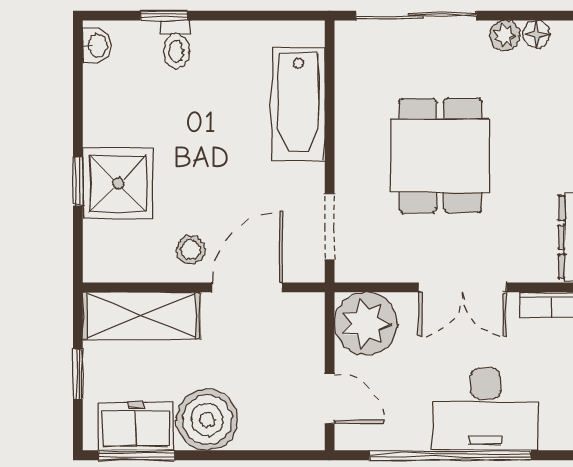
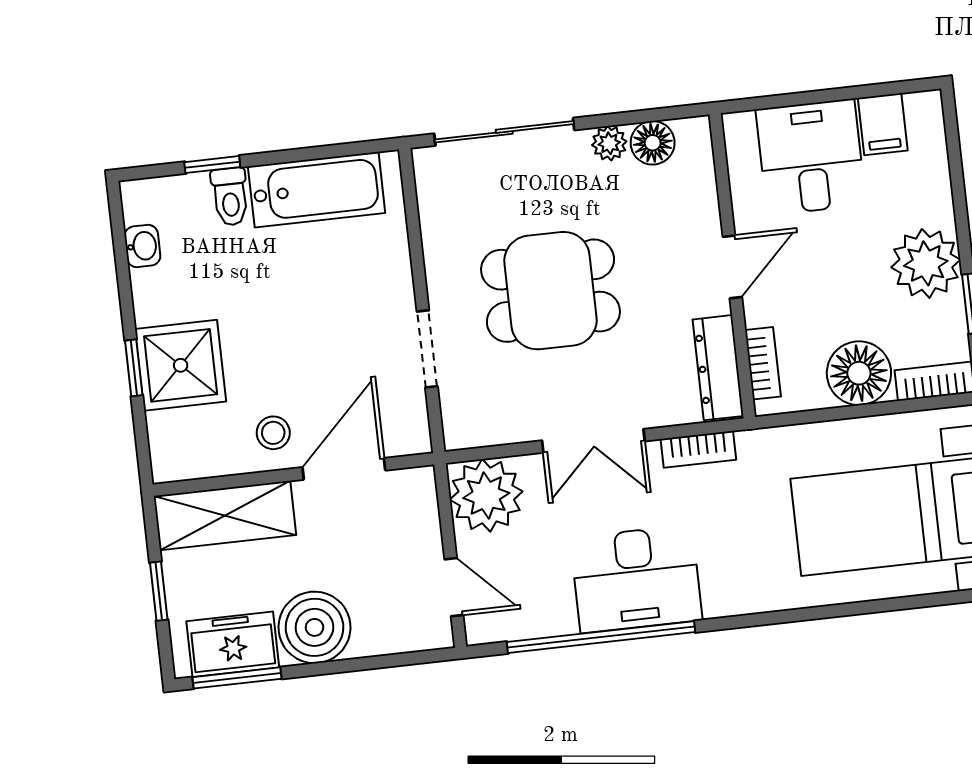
floor lamp: (536, 34) -> (653, 143), width x1.37, depth x1.37
washbasin: (97, 46) -> (142, 246), moved
bathtub: (298, 104) -> (317, 190), moved, turned -90
dining table: (440, 155) -> (550, 291), turned 90
doorway: (330, 227) -> (427, 349), moved

